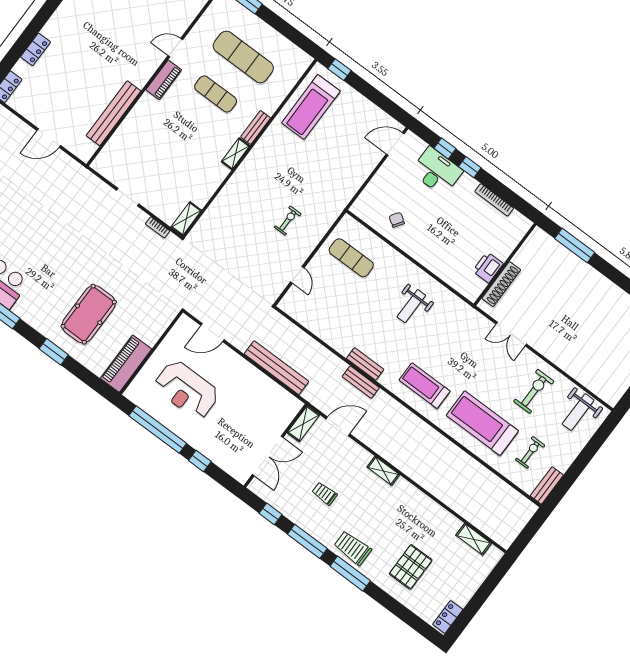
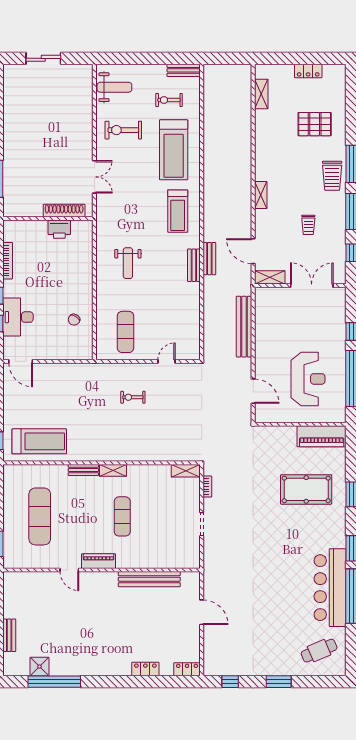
exercise mat: (216, 94) -> (122, 516), moved
weight bench: (411, 306) -> (128, 263), turned 90
locker: (448, 617) -> (308, 71), moved

